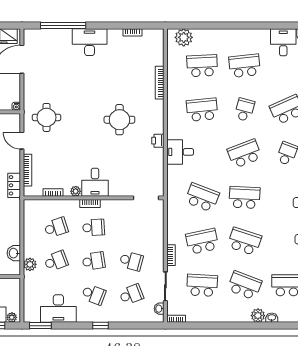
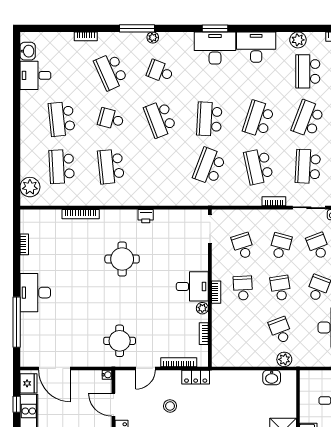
desk: (180, 152) -> (158, 191), removed
school desk: (56, 227) -> (243, 246), moved

